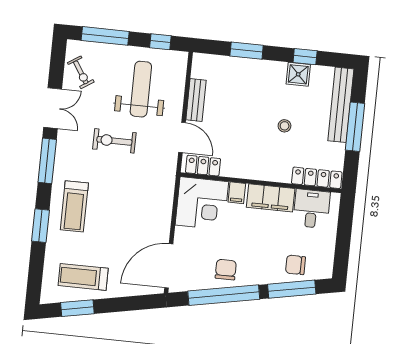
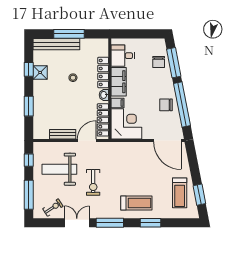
locker: (203, 166) -> (103, 120), width x1.53
washbasin: (252, 172) -> (104, 95), added
locker: (317, 178) -> (103, 72), moved

